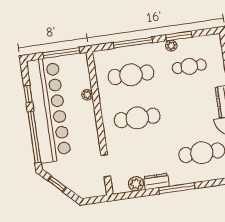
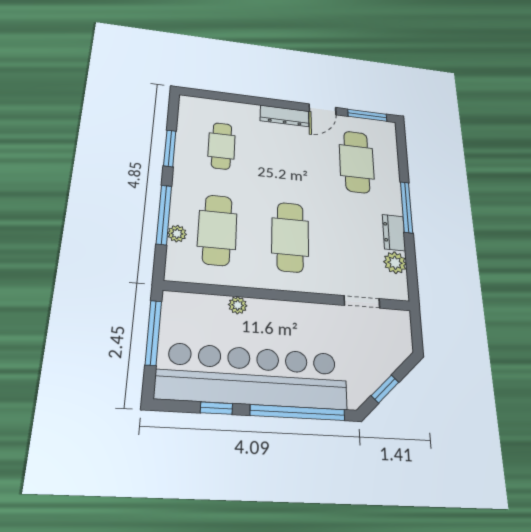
plant: (171, 46) -> (177, 234), moved

